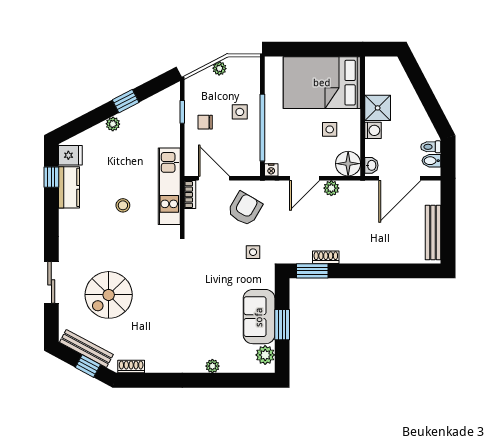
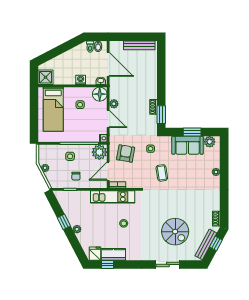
bed: (322, 83) -> (53, 109), width x0.67
shower: (378, 108) -> (46, 77), moved
plant: (247, 163) -> (99, 152), added
armchair: (245, 209) -> (126, 153), turned 70
coffee table: (211, 272) -> (162, 173), added

